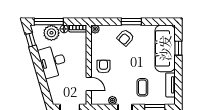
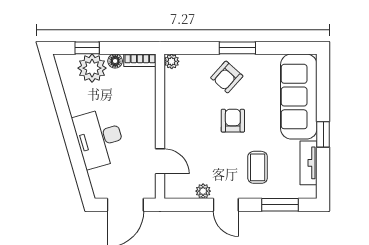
window: (49, 22) -> (87, 48), width x0.46
window: (31, 40) -> (54, 81), removed
window: (178, 48) -> (323, 134), moved
desk: (53, 62) -> (99, 138), moved
armchair: (104, 67) -> (233, 121), moved

